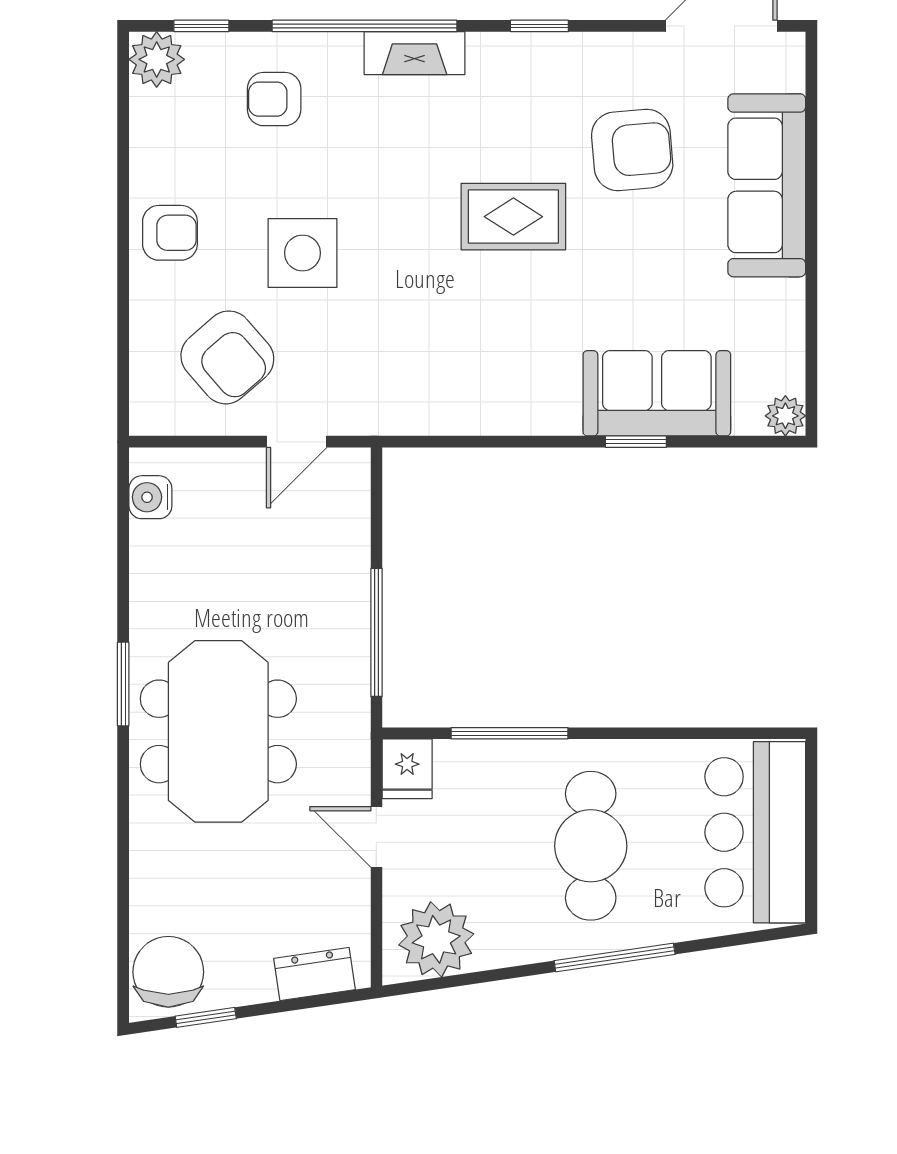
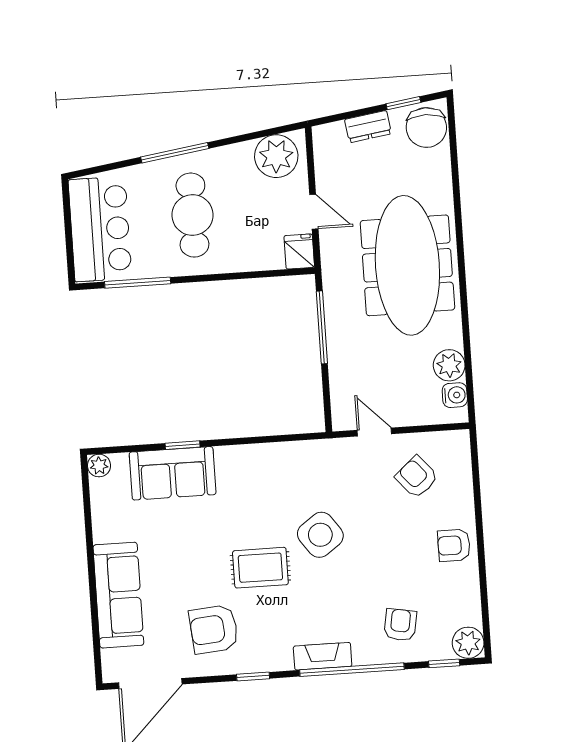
armchair: (274, 99) -> (400, 625), turned -80
armchair: (632, 150) -> (214, 629), moved
side table: (302, 253) -> (320, 535), moved, turned -36
armchair: (227, 357) -> (417, 477), width x0.72, depth x0.72
door: (297, 442) -> (374, 432), hinge flipped
plant: (157, 550) -> (449, 365), added
window: (123, 684) -> (463, 288), removed
meeting table: (218, 731) -> (407, 265), width x1.36
window: (510, 733) -> (138, 283), moved
dresser: (314, 974) -> (368, 127), moved

